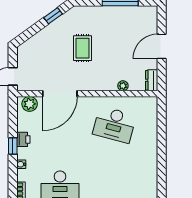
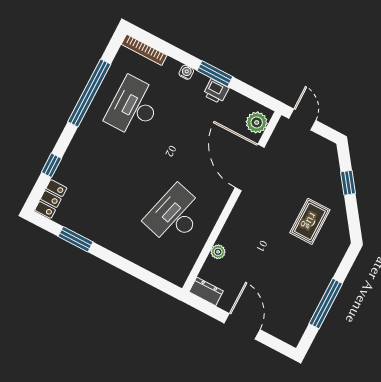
window: (53, 16) -> (348, 183), moved
rug: (83, 48) -> (310, 221), moved, turned 90
window: (13, 146) -> (215, 74), width x1.50
window: (162, 179) -> (76, 239), added

